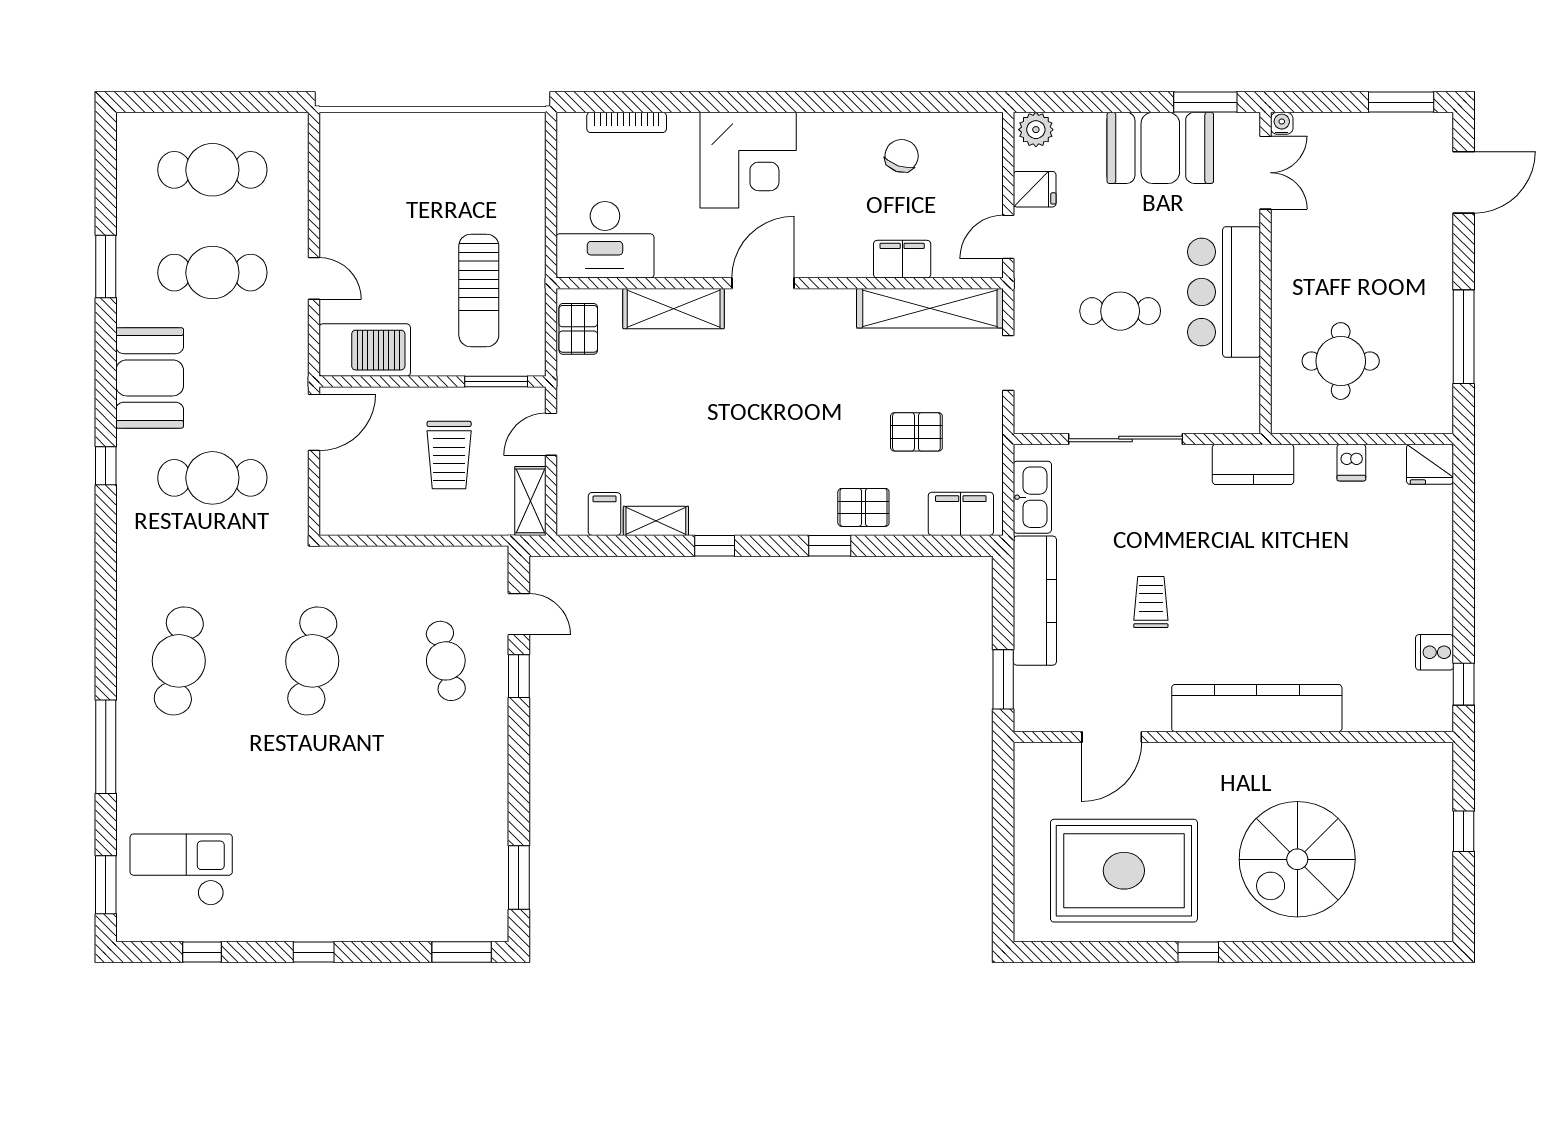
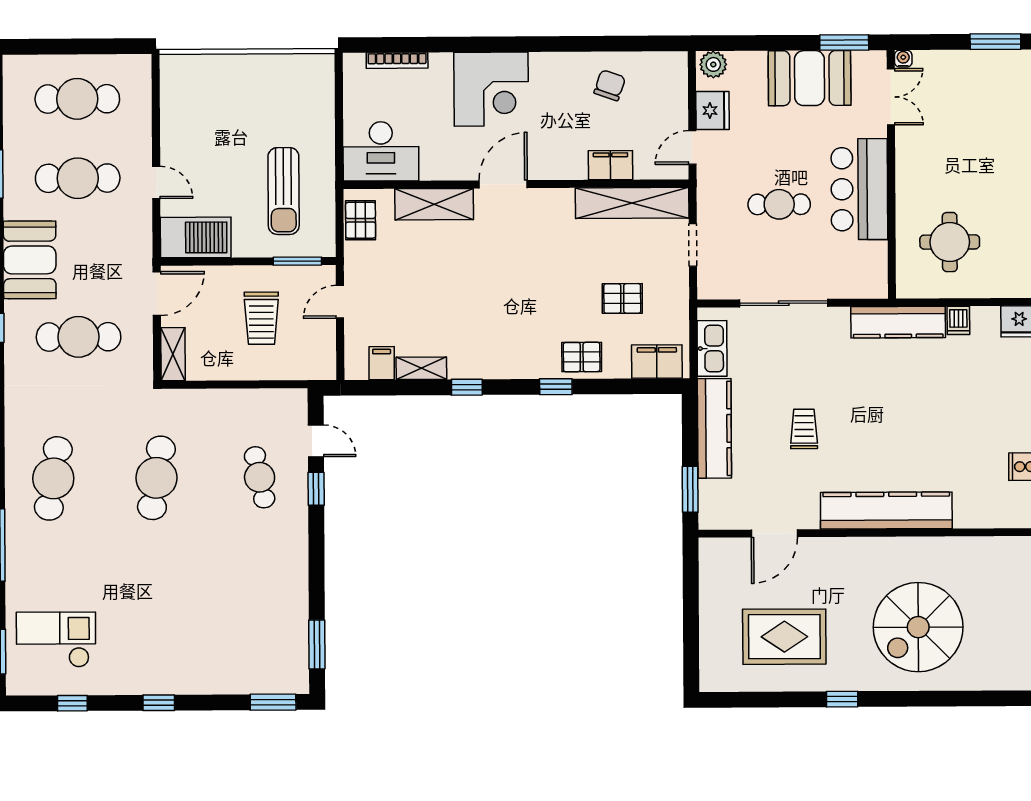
fridge: (1035, 189) -> (713, 110), width x1.38
kitchen counter: (1253, 464) -> (898, 322), width x1.50
shelving: (530, 501) -> (173, 354), moved
rug: (1124, 871) -> (784, 637), width x0.73, depth x0.69

